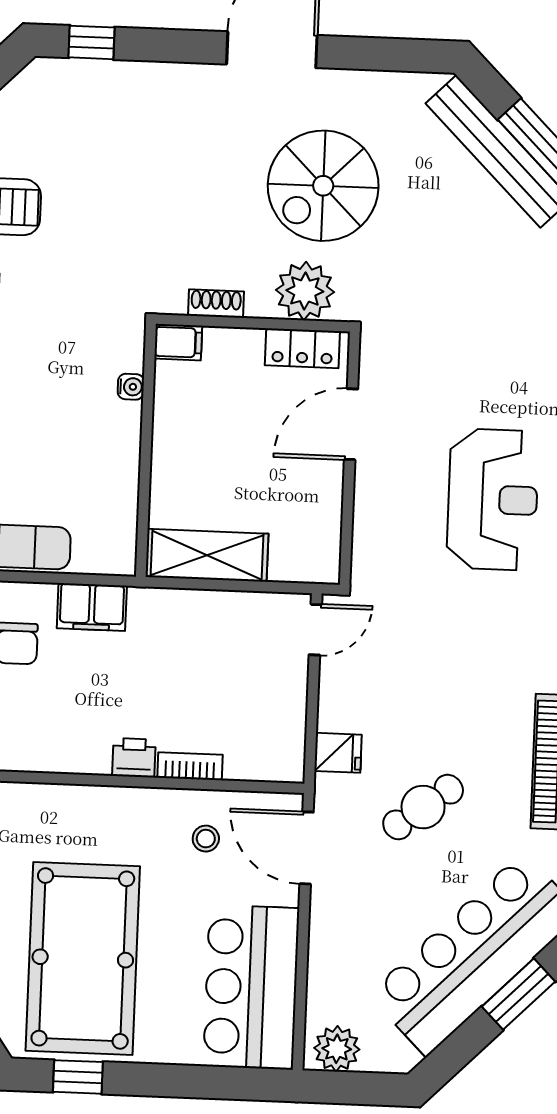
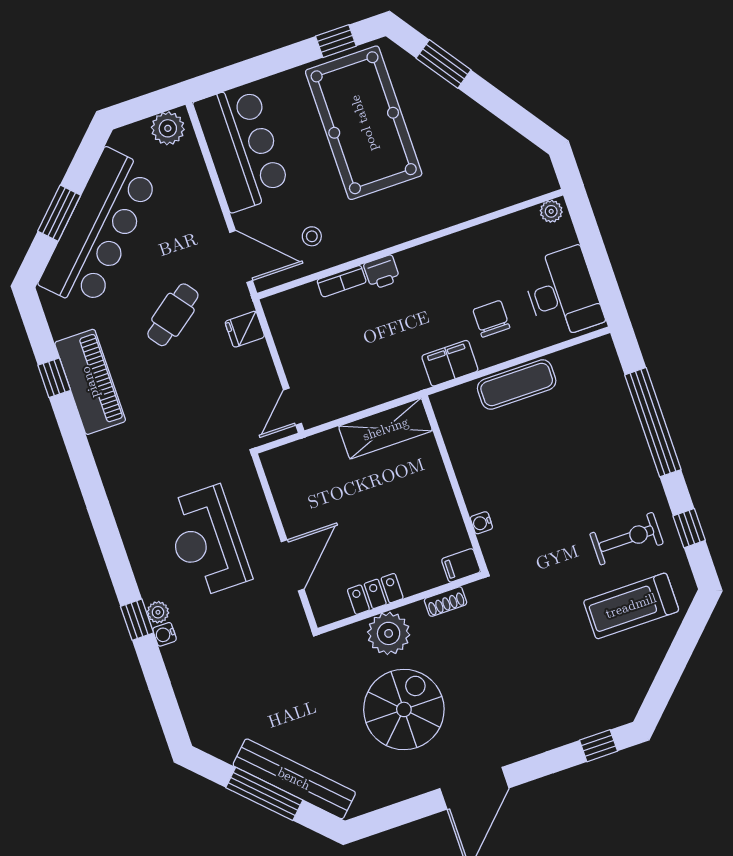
door: (351, 424) -> (293, 565), moved
wall: (350, 458) -> (285, 542), moved

